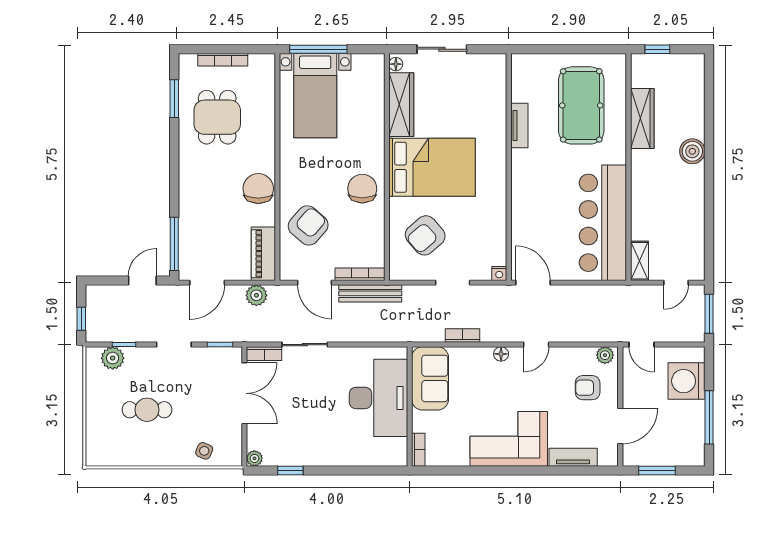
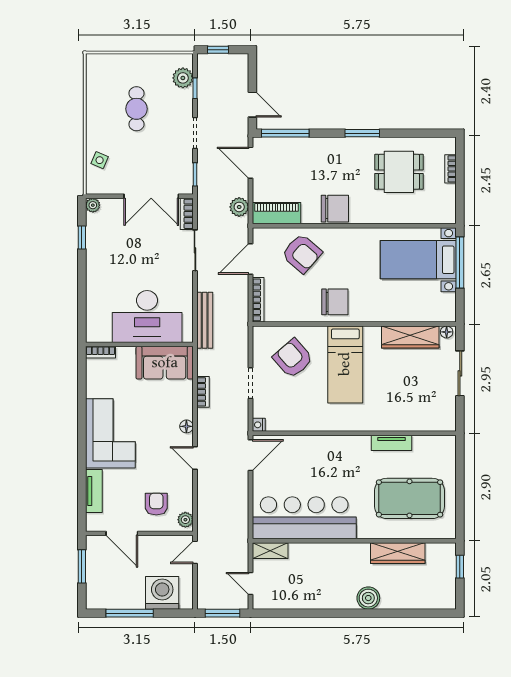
bookcase: (223, 60) -> (450, 169), width x0.64
window: (174, 99) -> (362, 133), moved
bed: (432, 167) -> (345, 364), width x0.67
bench: (370, 293) -> (205, 320), moved

